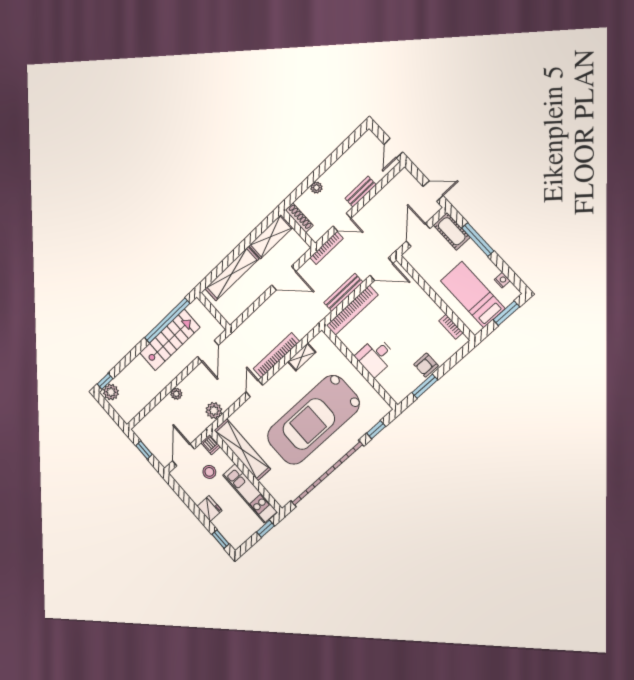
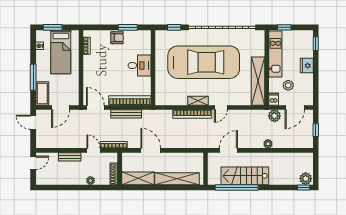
shelving: (302, 357) -> (198, 101), moved
plant: (214, 411) -> (274, 116), moved

